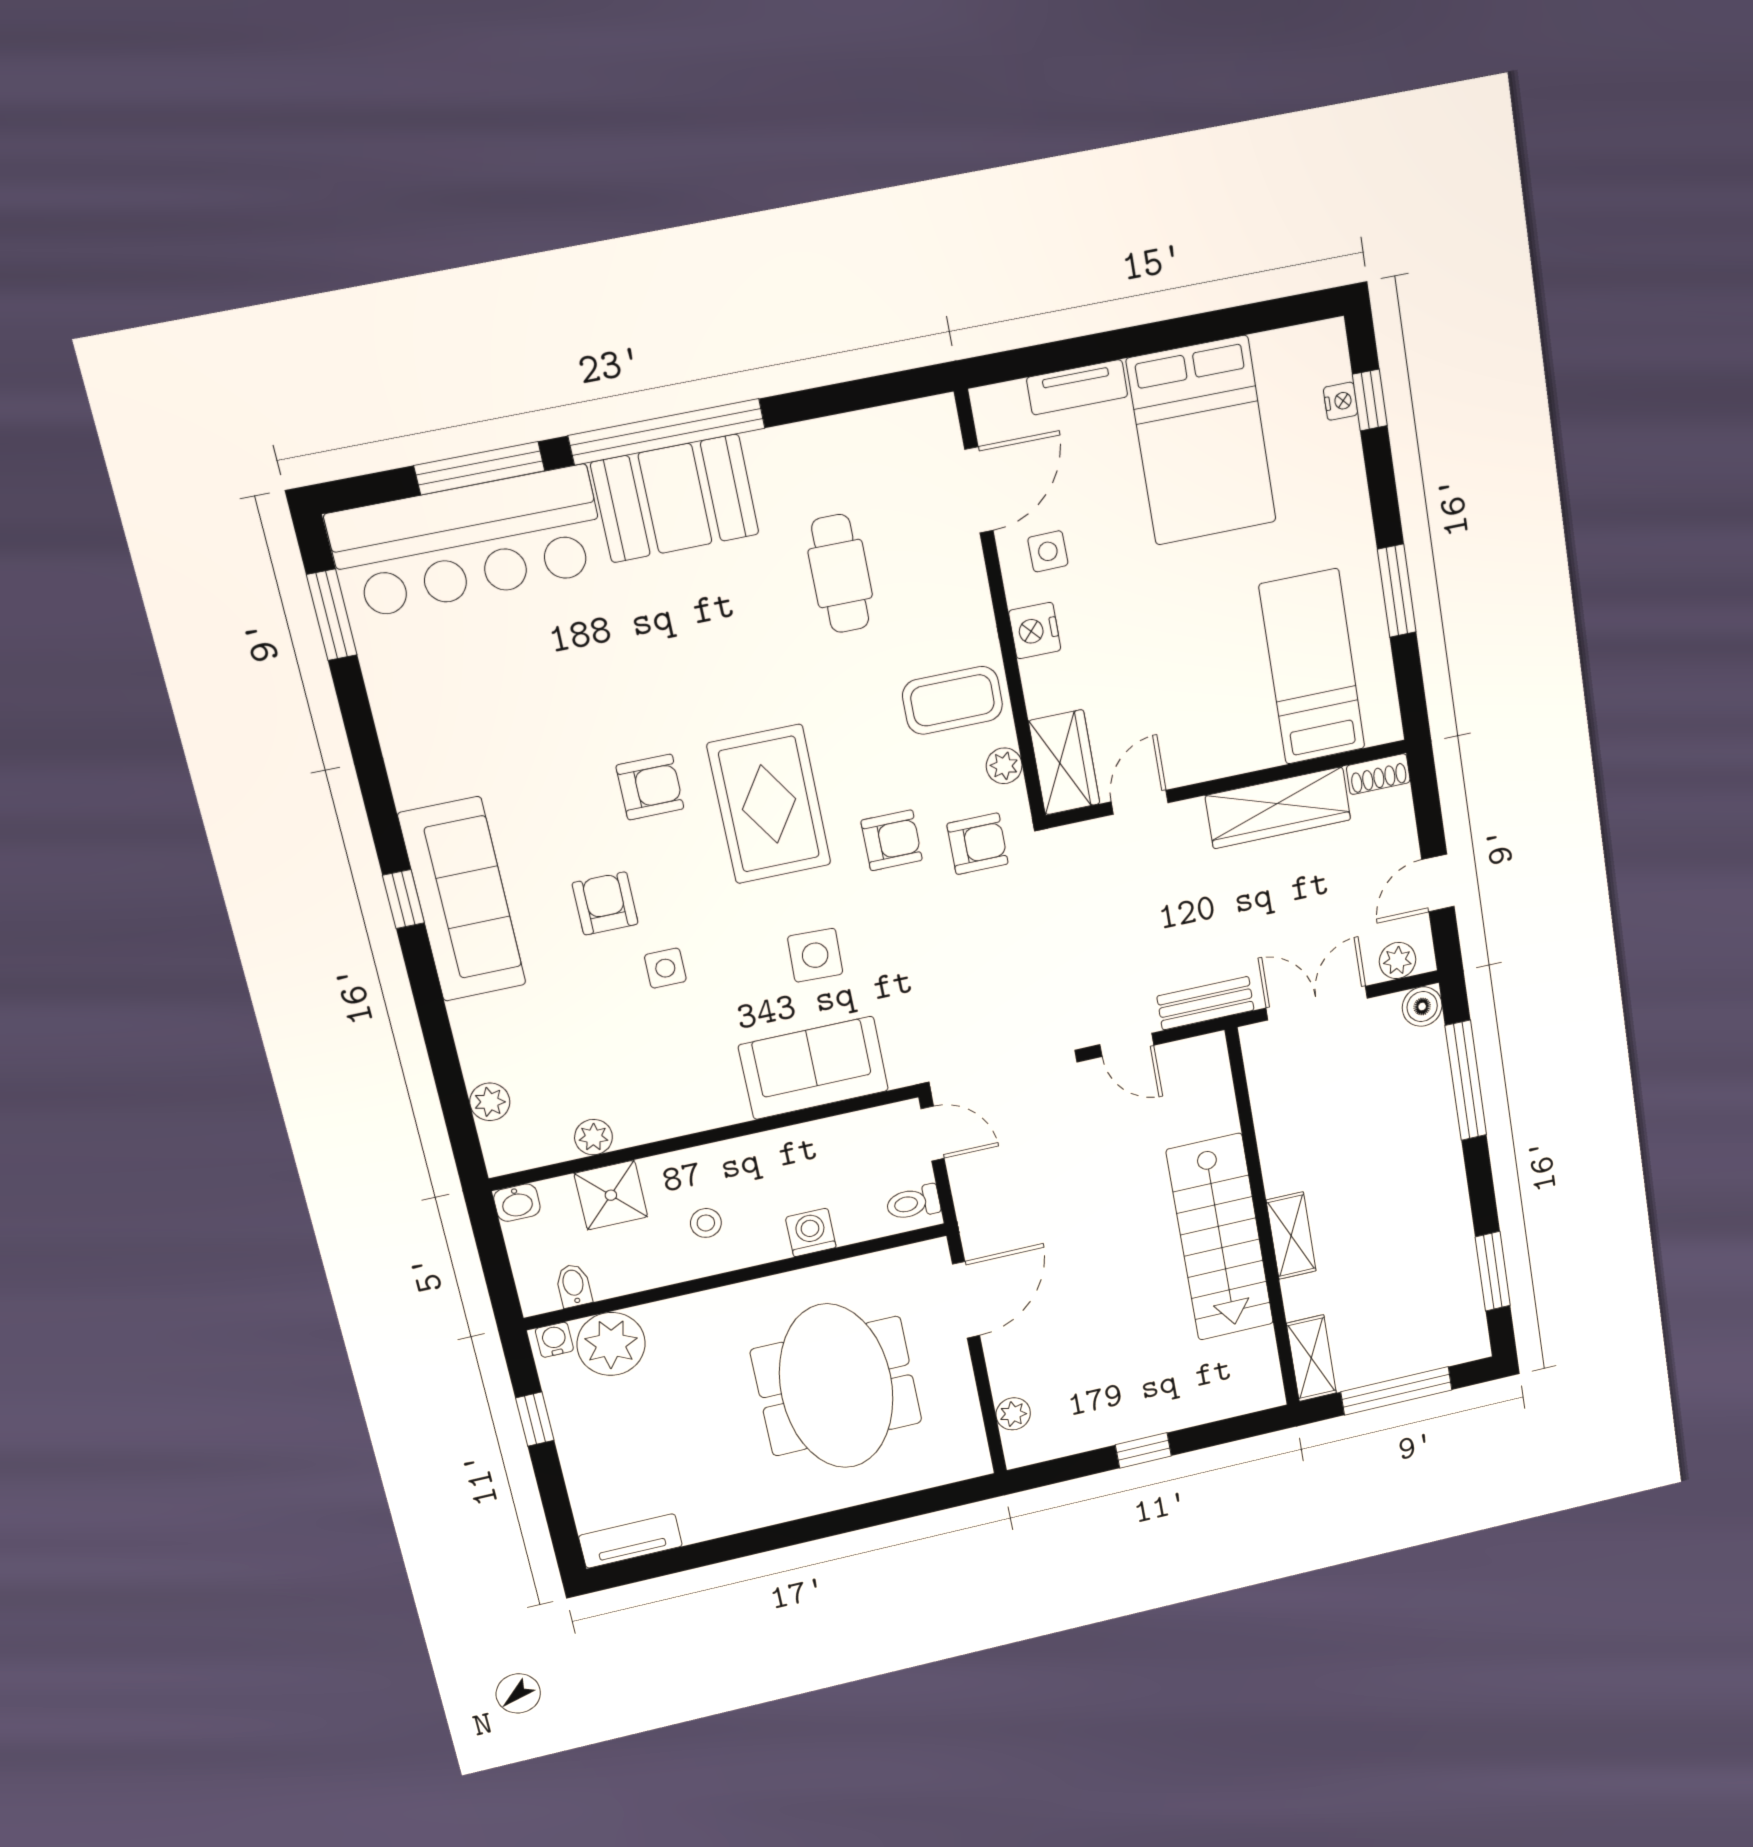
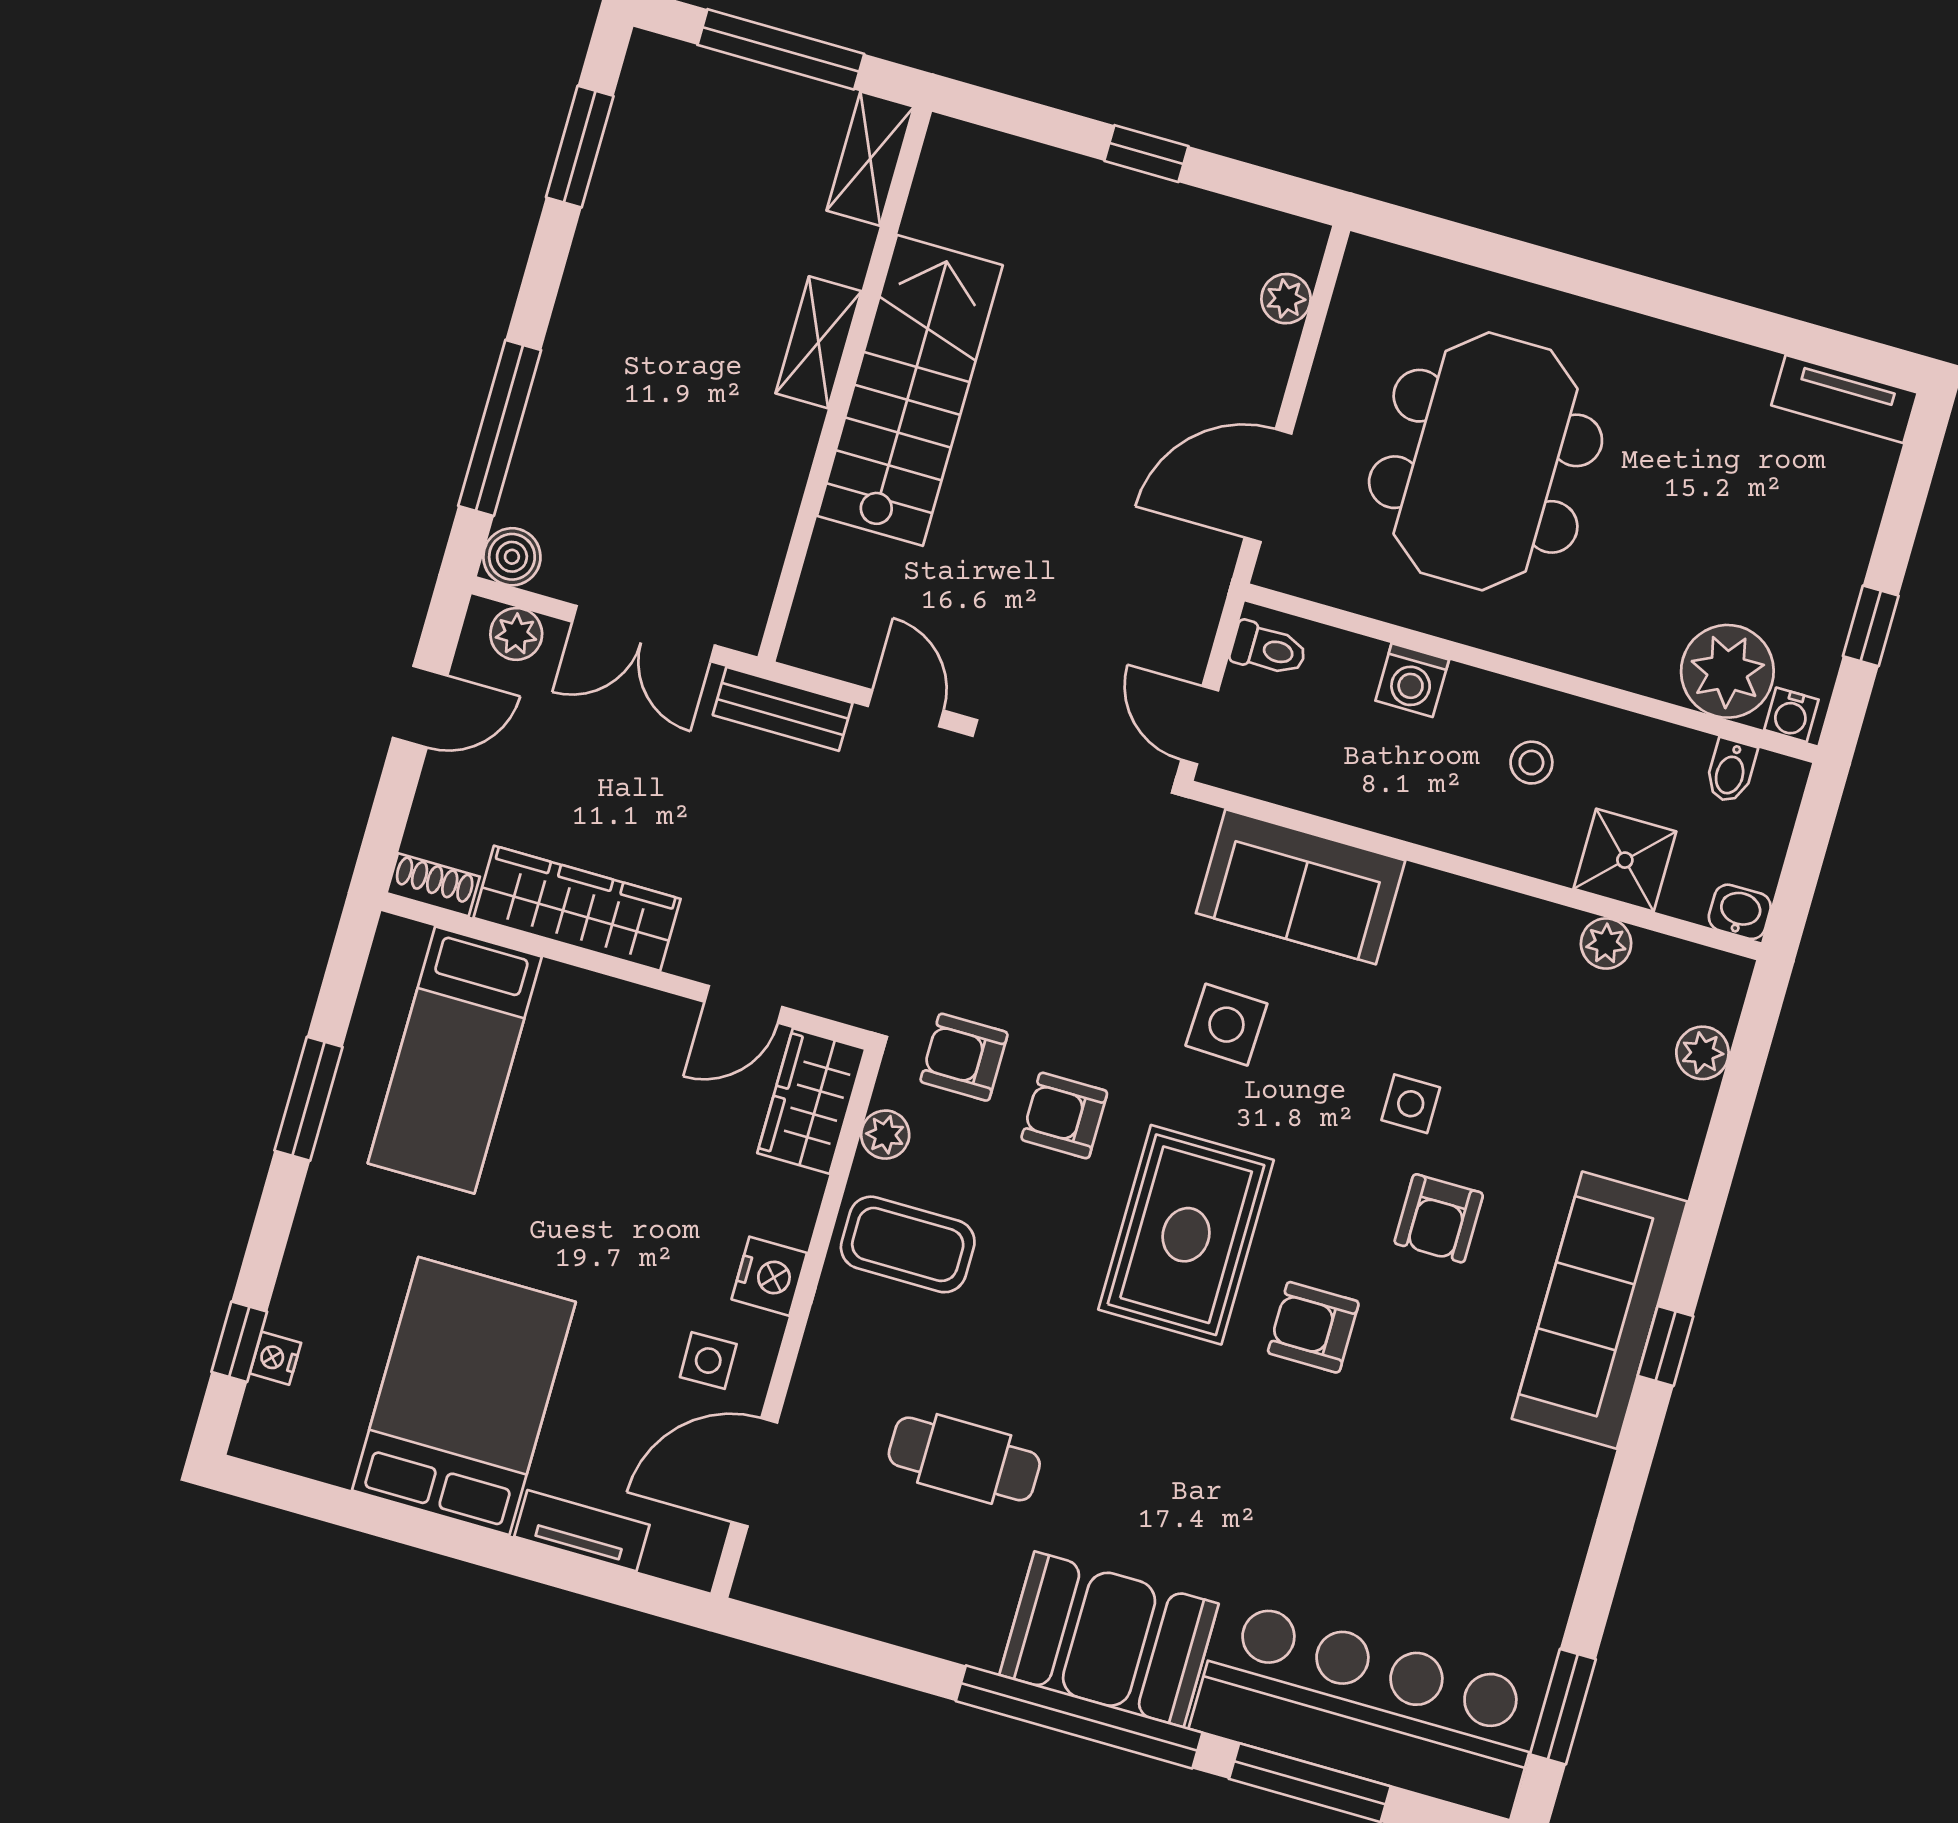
cafe table: (840, 574) -> (964, 1459), turned 90

